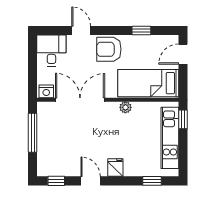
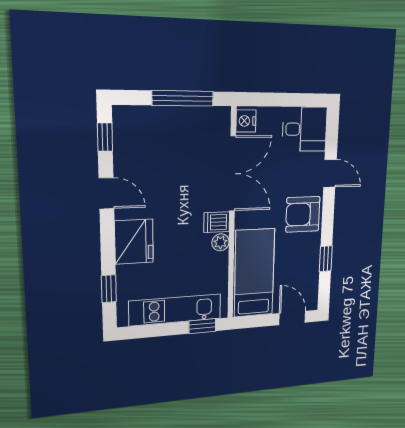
door: (81, 30) -> (330, 173), hinge flipped
armchair: (109, 49) -> (303, 214), turned -90
dishwasher: (112, 110) -> (217, 222), added
fridge: (115, 168) -> (134, 242), width x1.88, depth x1.34
door: (91, 181) -> (106, 193), hinge flipped

